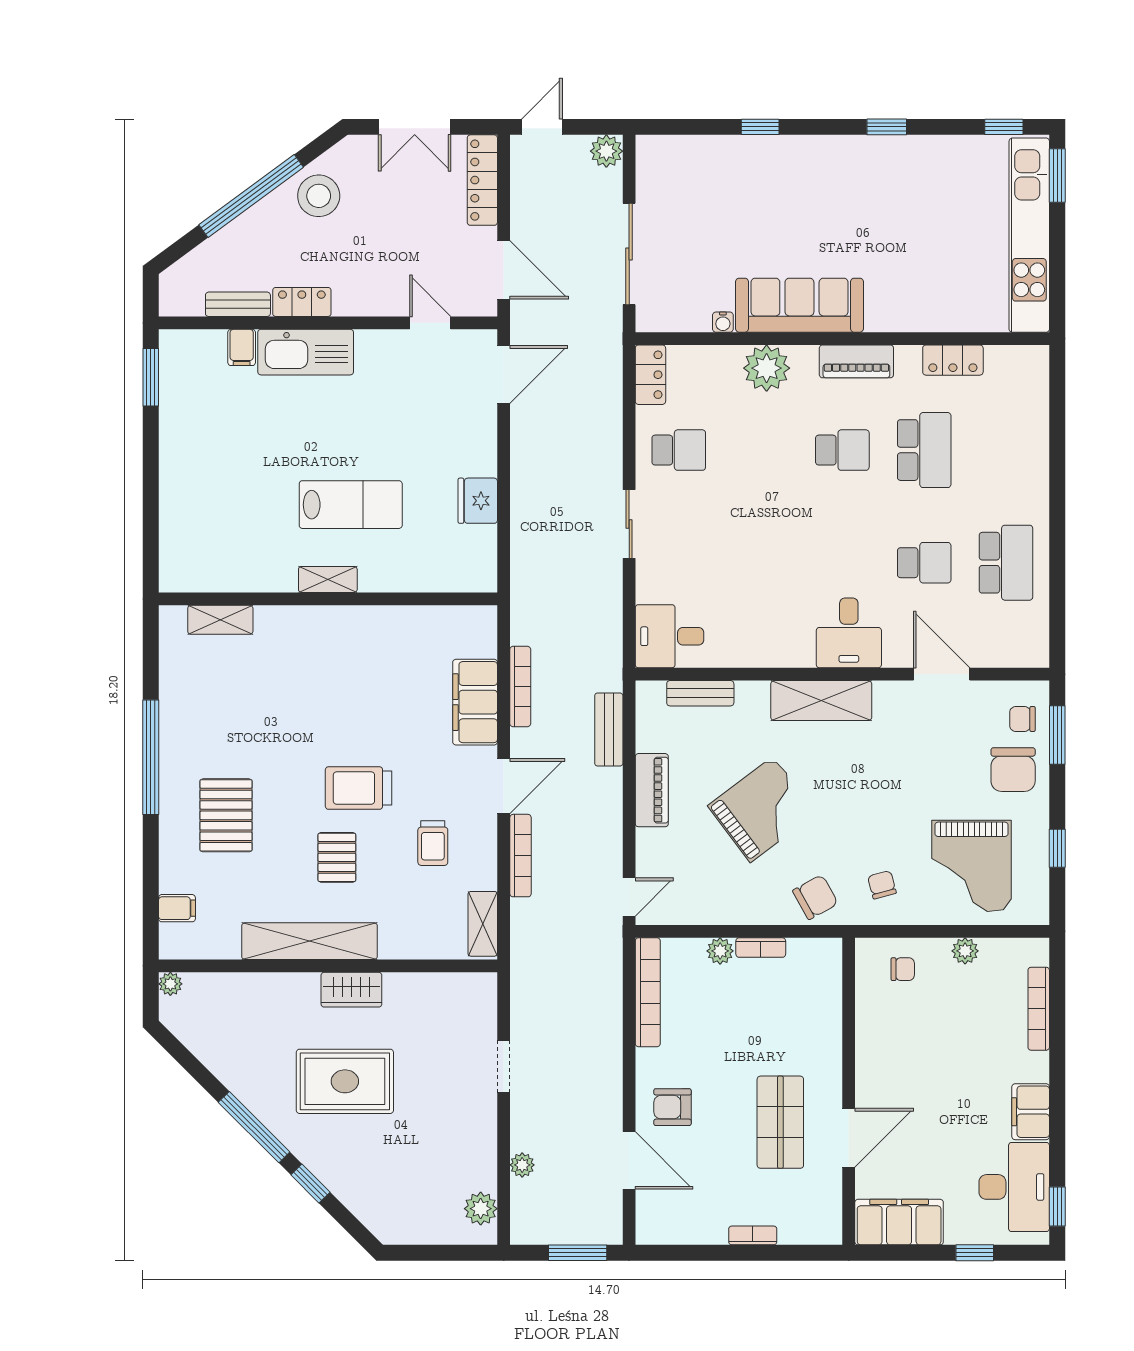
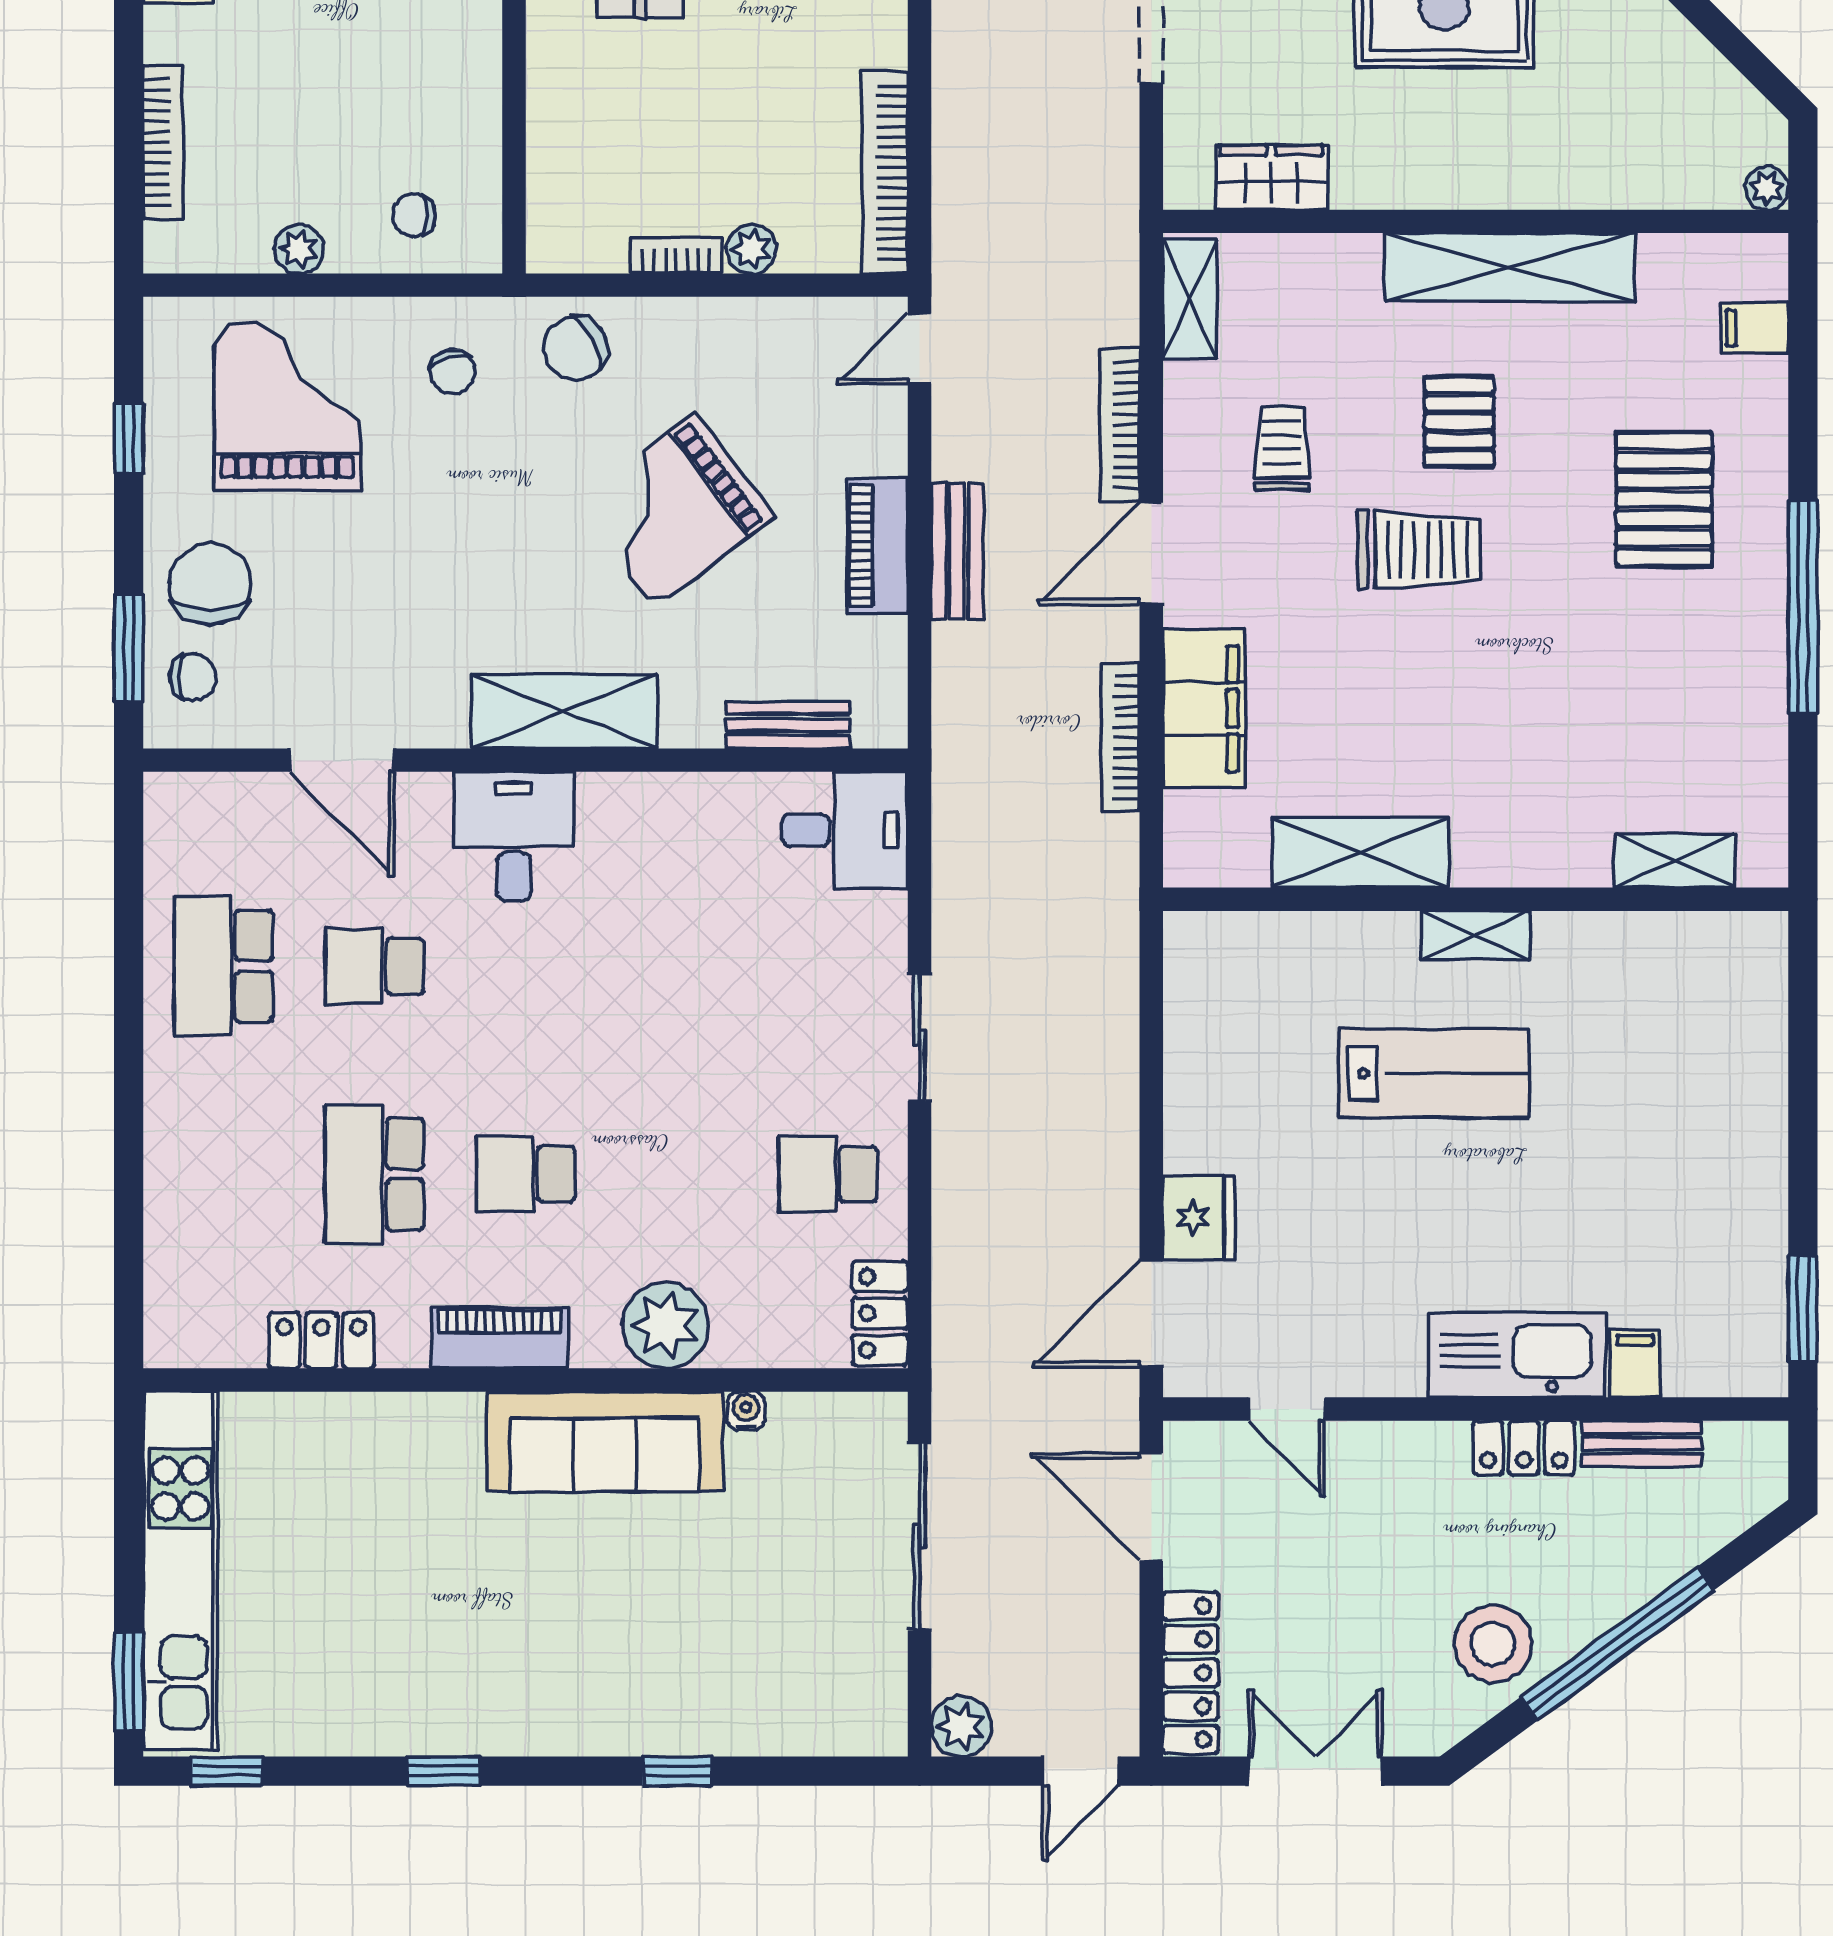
fridge: (478, 501) -> (1199, 1218), moved
lab bench: (351, 505) -> (1434, 1073), turned 180
shelving: (390, 624) -> (1361, 852), added
bench: (609, 729) -> (957, 551), moved
wardrobe: (351, 990) -> (1271, 177), moved

